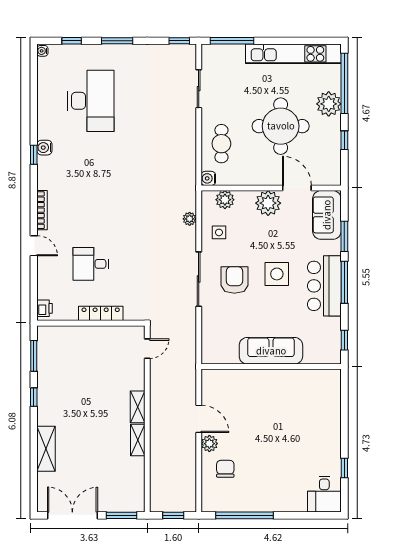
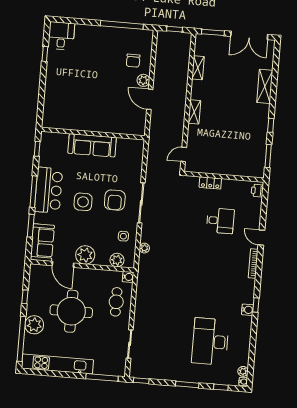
plant: (44, 64) -> (243, 371), added
locker: (101, 313) -> (210, 183), width x0.66
shelving: (138, 440) -> (198, 68), moved

